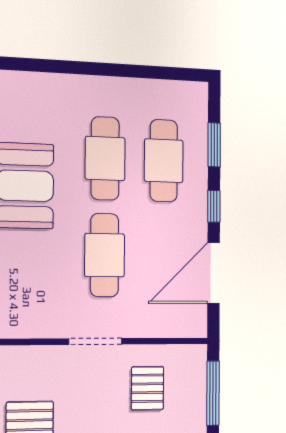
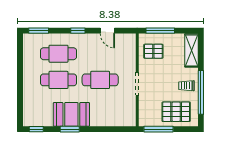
window: (214, 145) -> (39, 31), moved
door: (214, 273) -> (107, 31), width x0.53
pallet: (147, 388) -> (153, 51), moved

